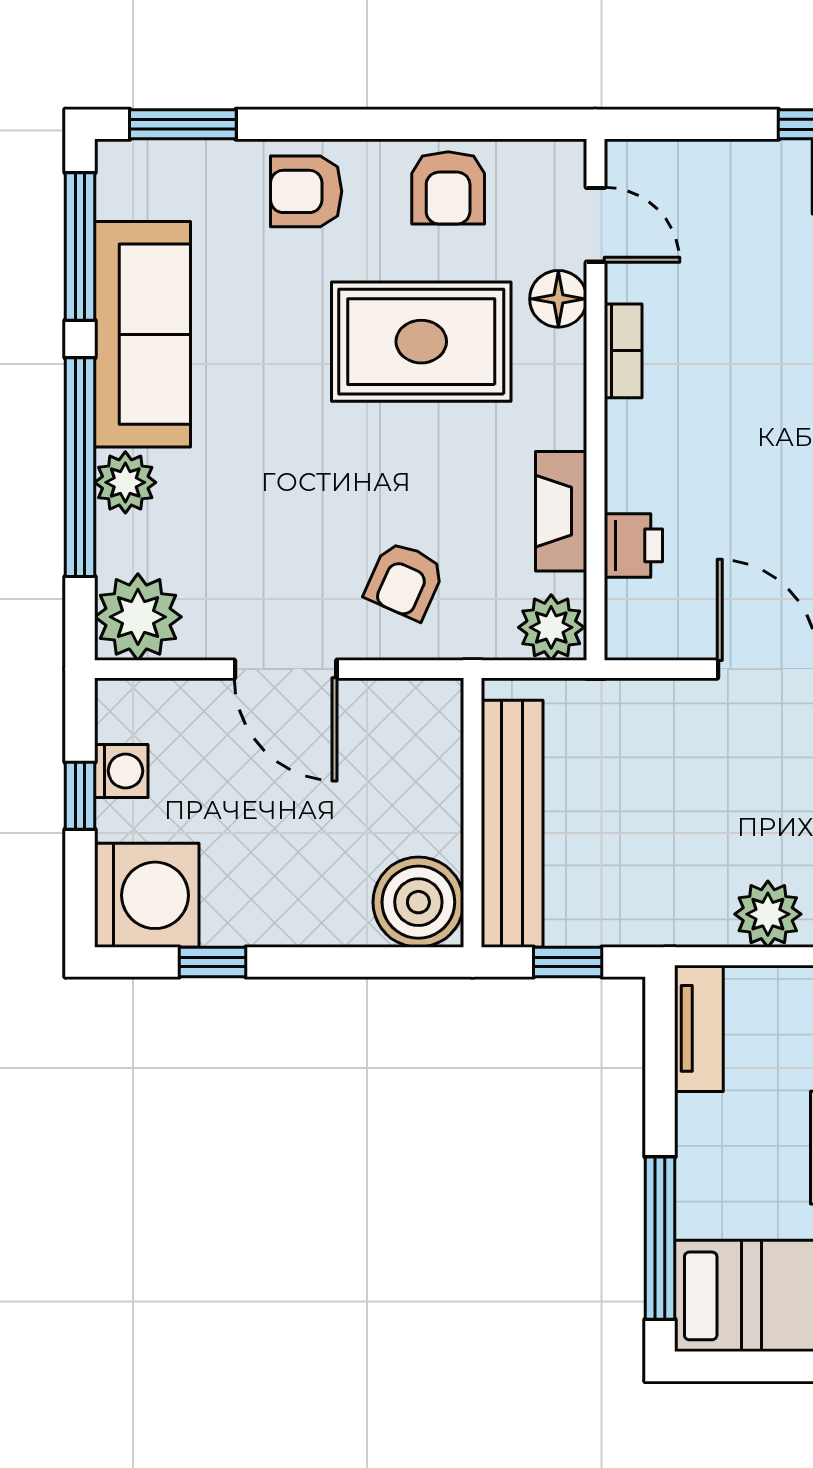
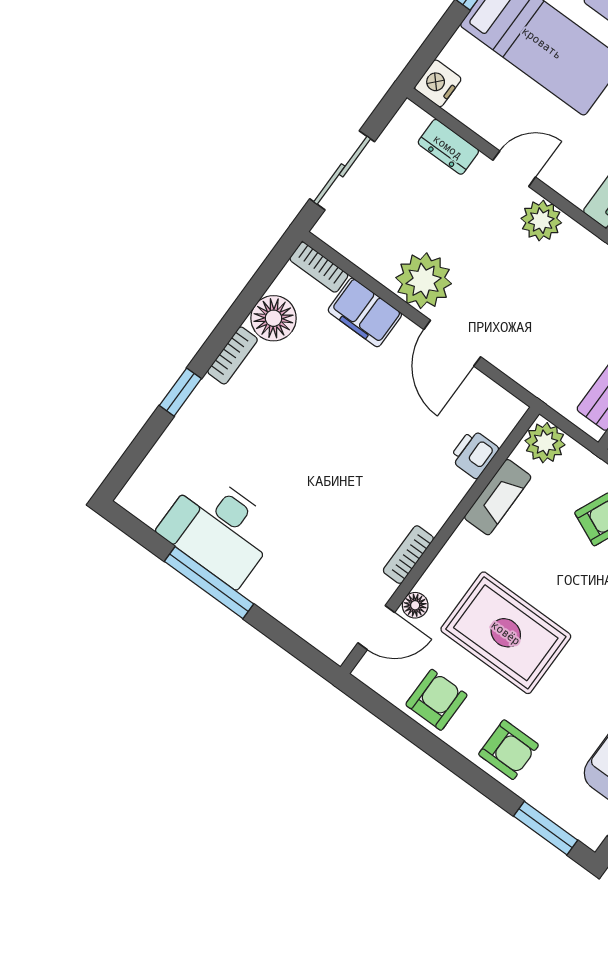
door: (596, 225) -> (376, 628), swing flipped
floor lamp: (558, 299) -> (415, 605), width x0.73, depth x0.73

